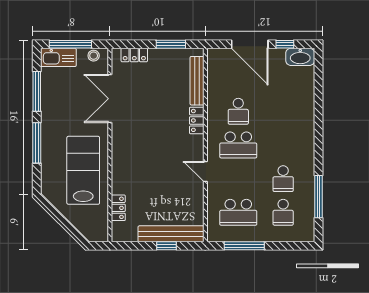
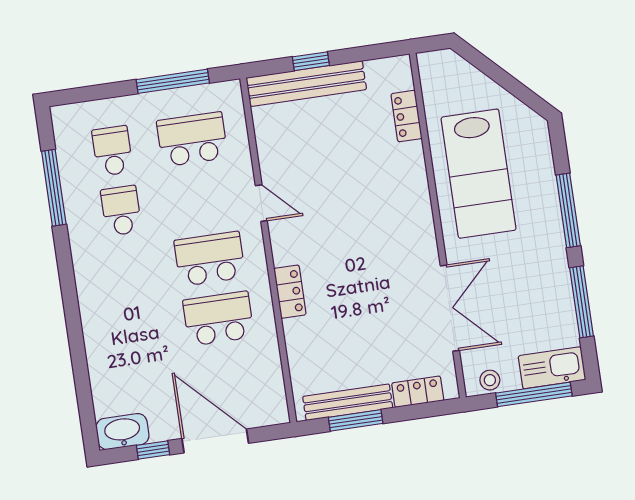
bench: (197, 81) -> (348, 402), moved, turned 90
school desk: (238, 111) -> (218, 319), width x1.85

